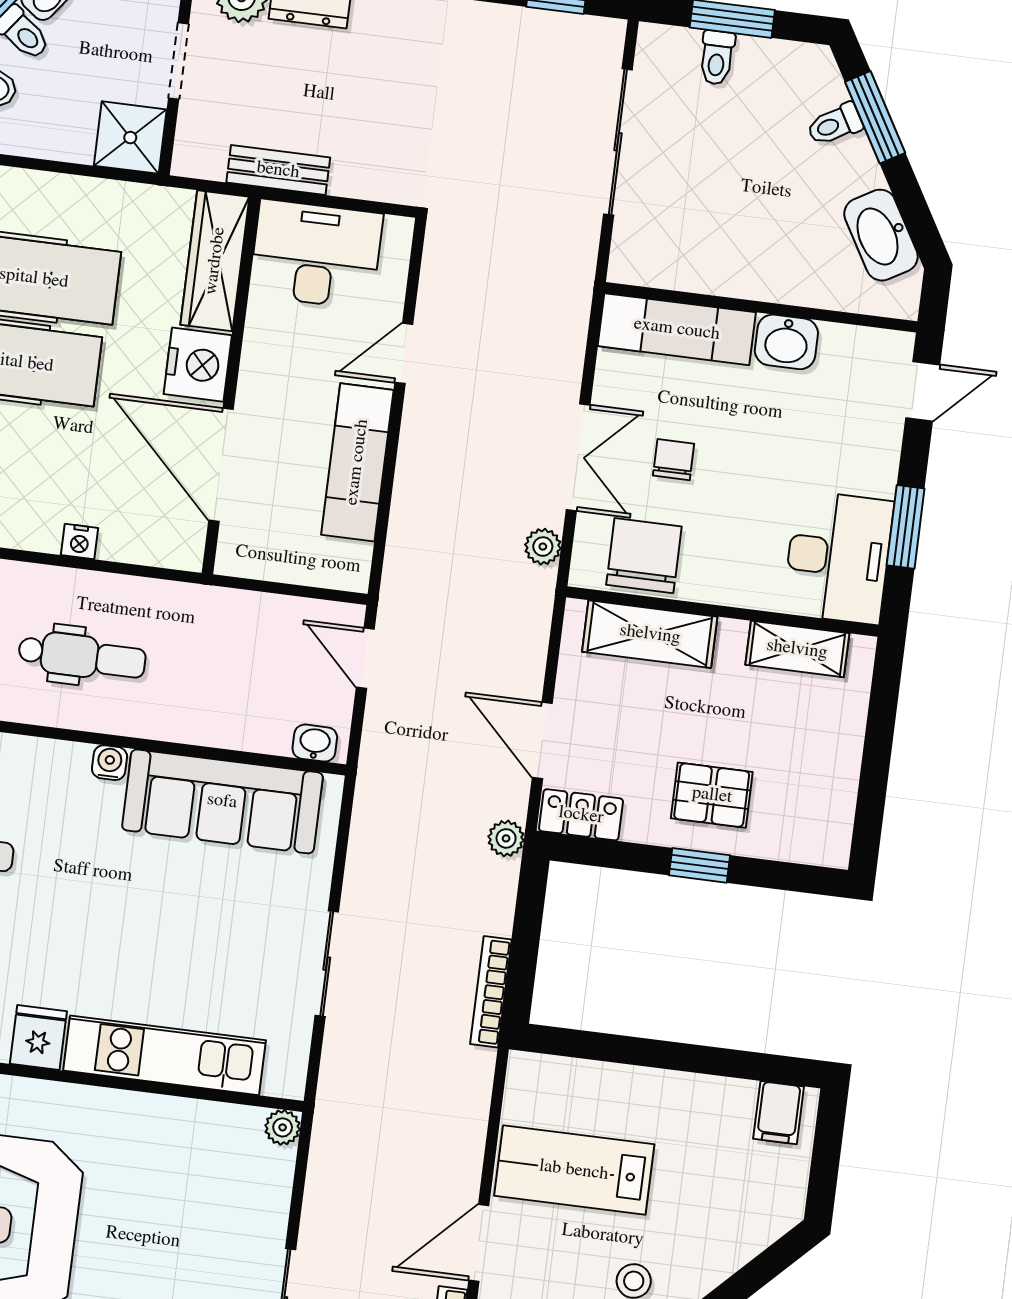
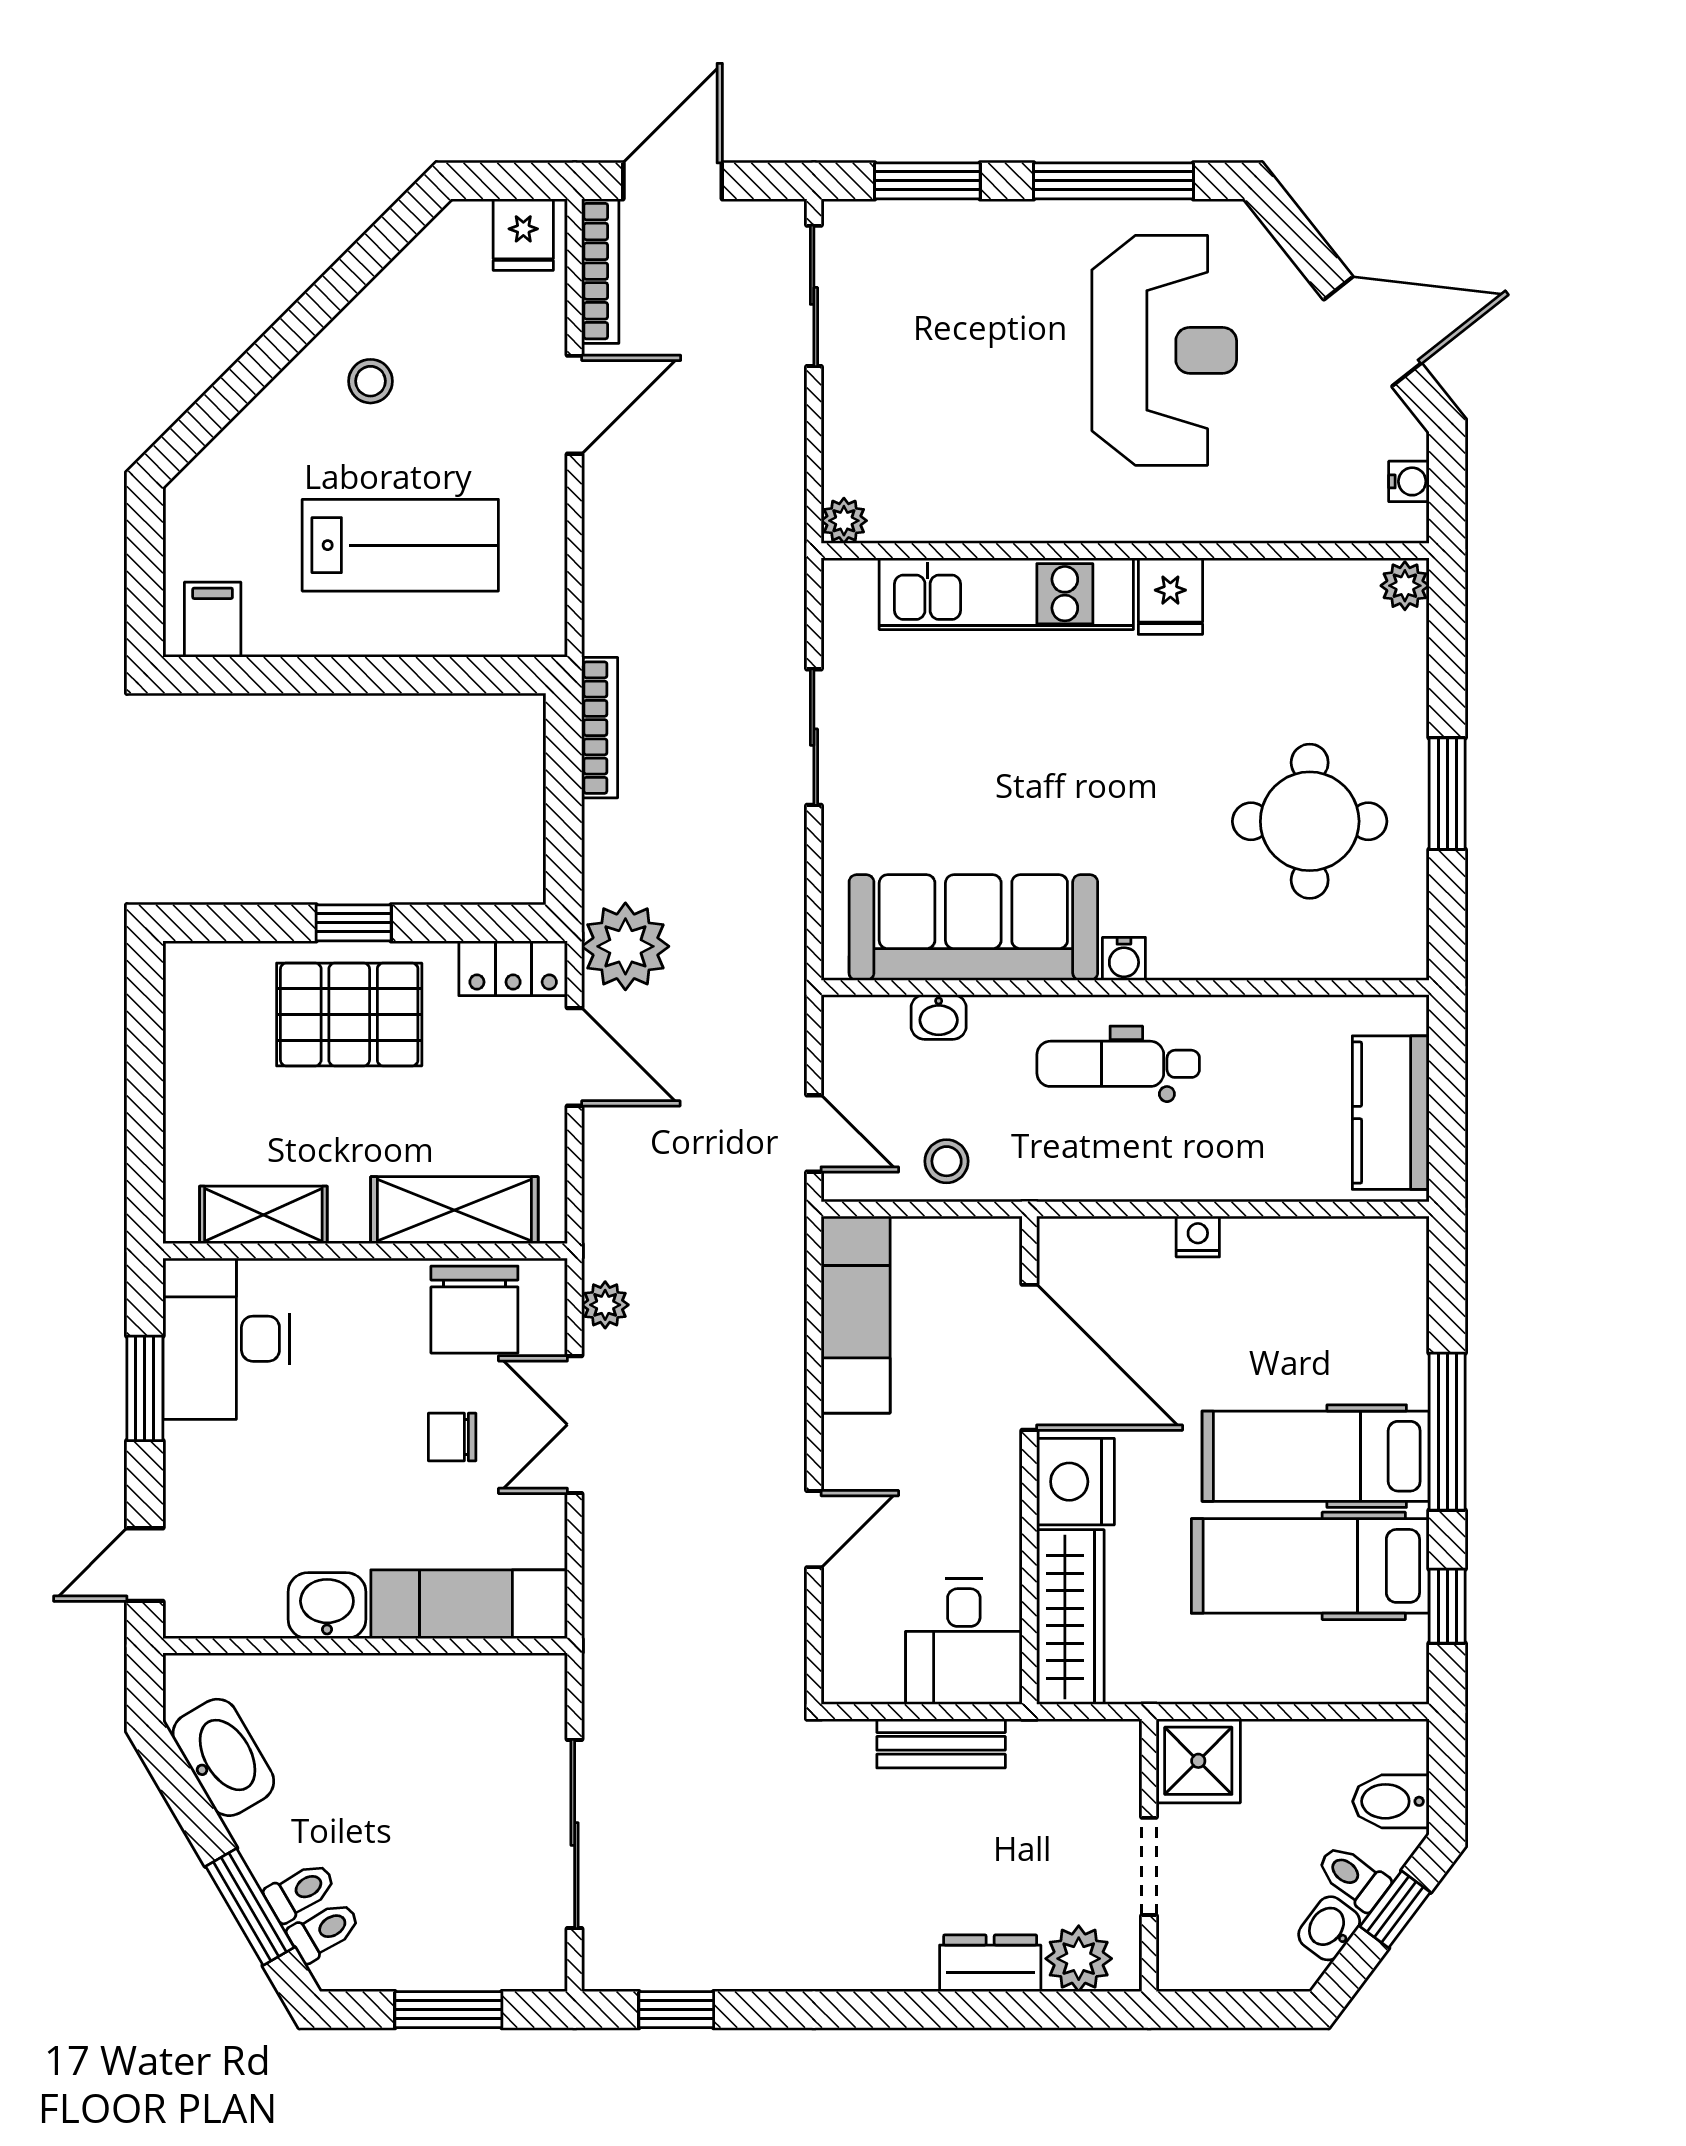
toilet: (717, 58) -> (324, 1931), moved, turned 60
bench: (278, 170) -> (941, 1743), moved
desk: (316, 254) -> (964, 1642), width x0.73
chair: (674, 460) -> (452, 1437), turned 90
exam couch: (357, 462) -> (856, 1315), moved
stool: (266, 624) -> (947, 1161), added
dental chair: (82, 656) -> (1118, 1064), moved
washbasin: (315, 743) -> (939, 1017), moved
pallet: (712, 795) -> (349, 1014), width x1.50, depth x1.42
plant: (506, 838) -> (625, 946), width x1.88, depth x1.88
lab bench: (574, 1170) -> (400, 545), moved

